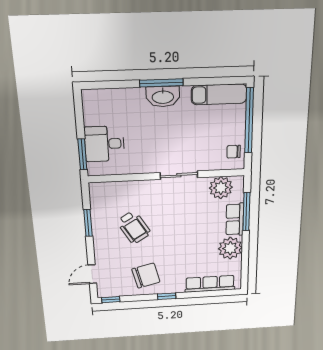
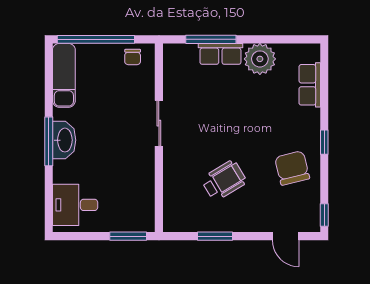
desk: (104, 144) -> (75, 205), moved, turned 90
plant: (221, 188) -> (177, 72), removed
row of seats: (210, 284) -> (310, 85), width x0.68

